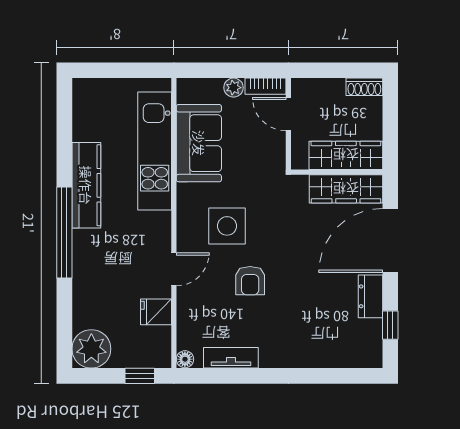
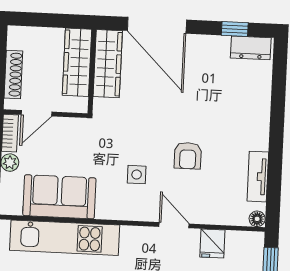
shoe rack: (364, 87) -> (13, 74), moved, width x1.43
side table: (227, 226) -> (137, 175), width x0.54, depth x0.54
armchair: (250, 281) -> (188, 156), turned 90
dresser: (371, 296) -> (251, 48), moved

